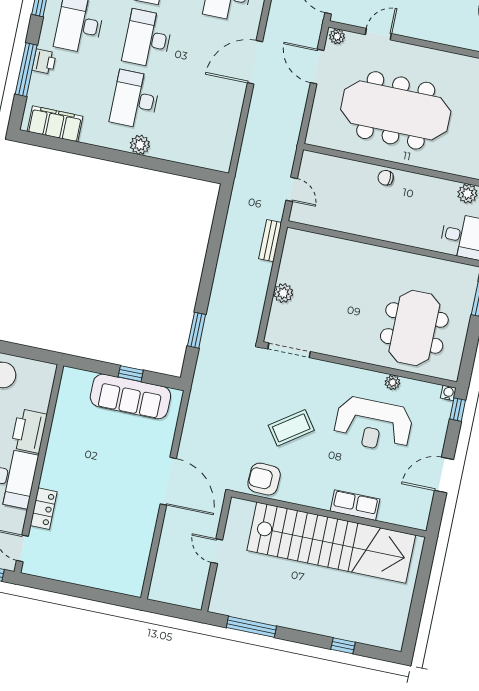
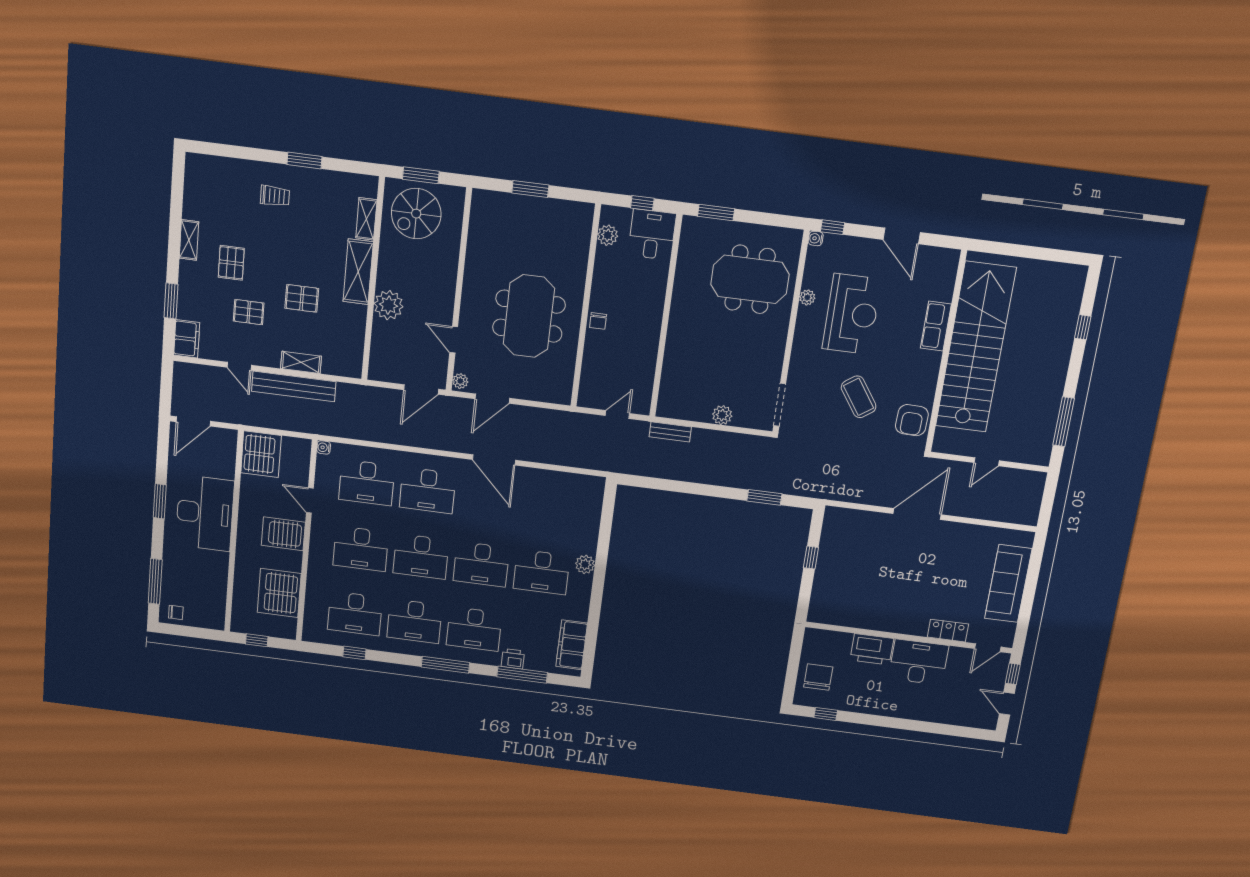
meeting table: (396, 110) -> (529, 316), width x0.73
sofa: (130, 396) -> (1008, 584), moved, turned 180

